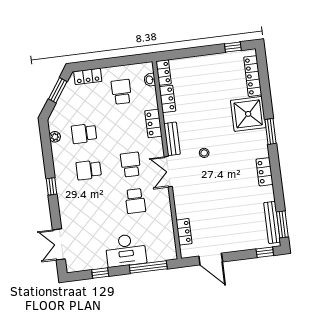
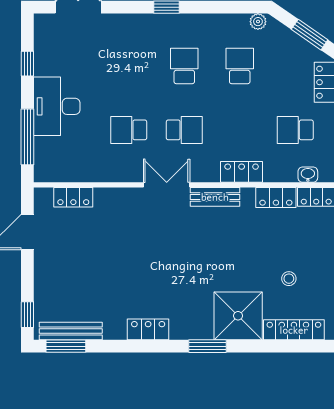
school desk: (121, 92) -> (295, 130), turned 180
plant: (55, 137) -> (258, 22), moved
stool: (204, 153) -> (289, 279), moved

